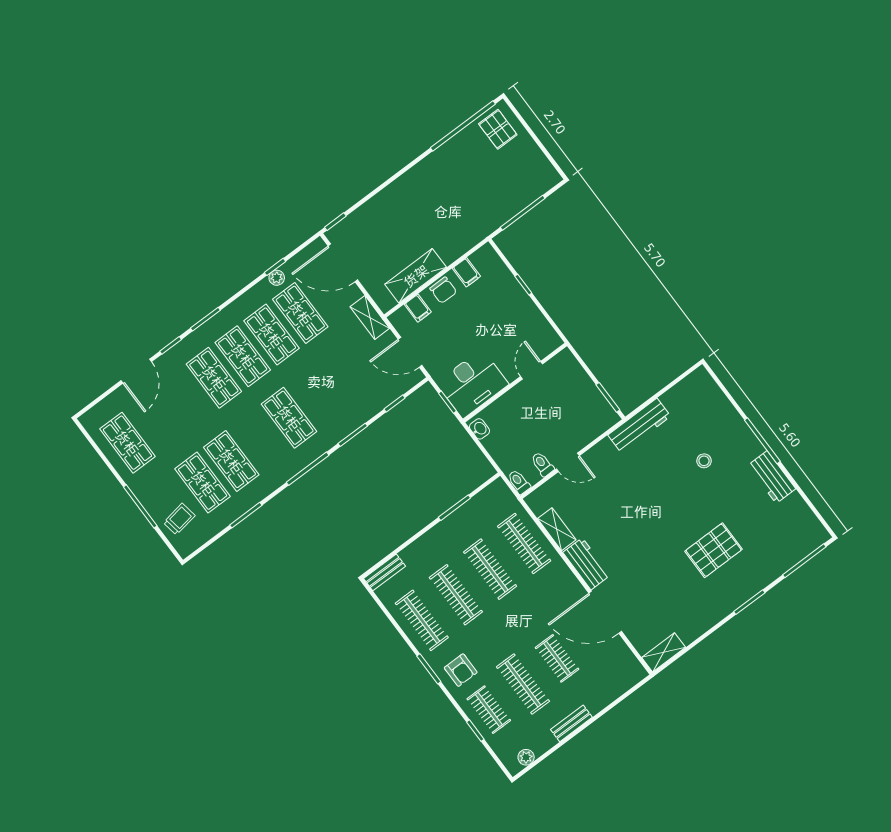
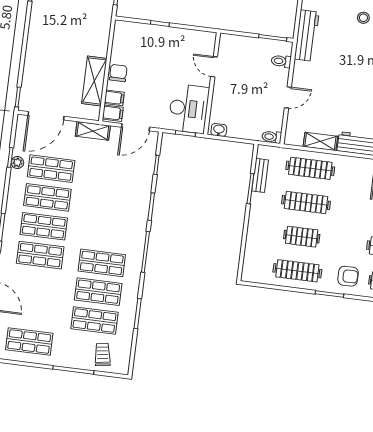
filing cabinet: (466, 272) -> (113, 113), moved
chair: (443, 290) -> (118, 73), turned -90
shop shelf: (289, 418) -> (102, 263), moved
toilet: (542, 464) -> (281, 61), moved
bench: (385, 572) -> (260, 175), moved
clothes rail: (456, 595) -> (302, 237), width x0.73

